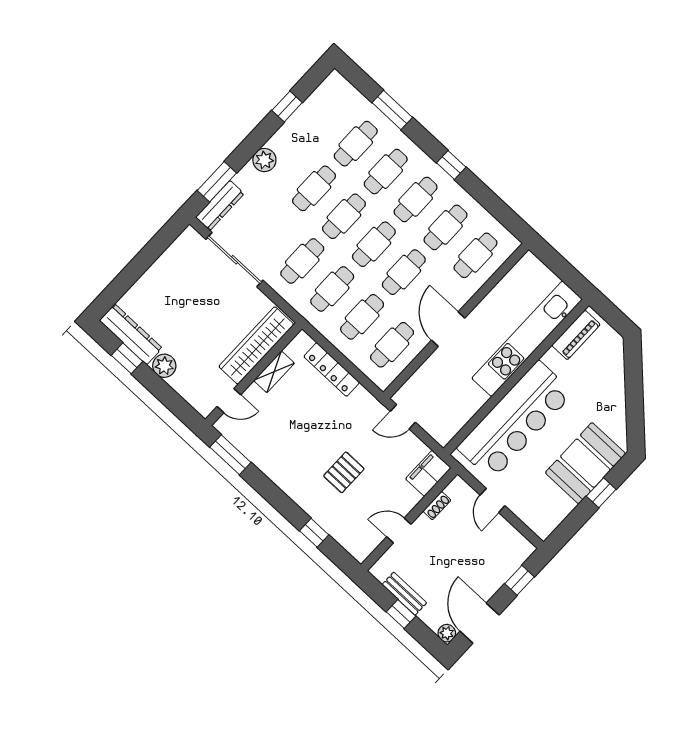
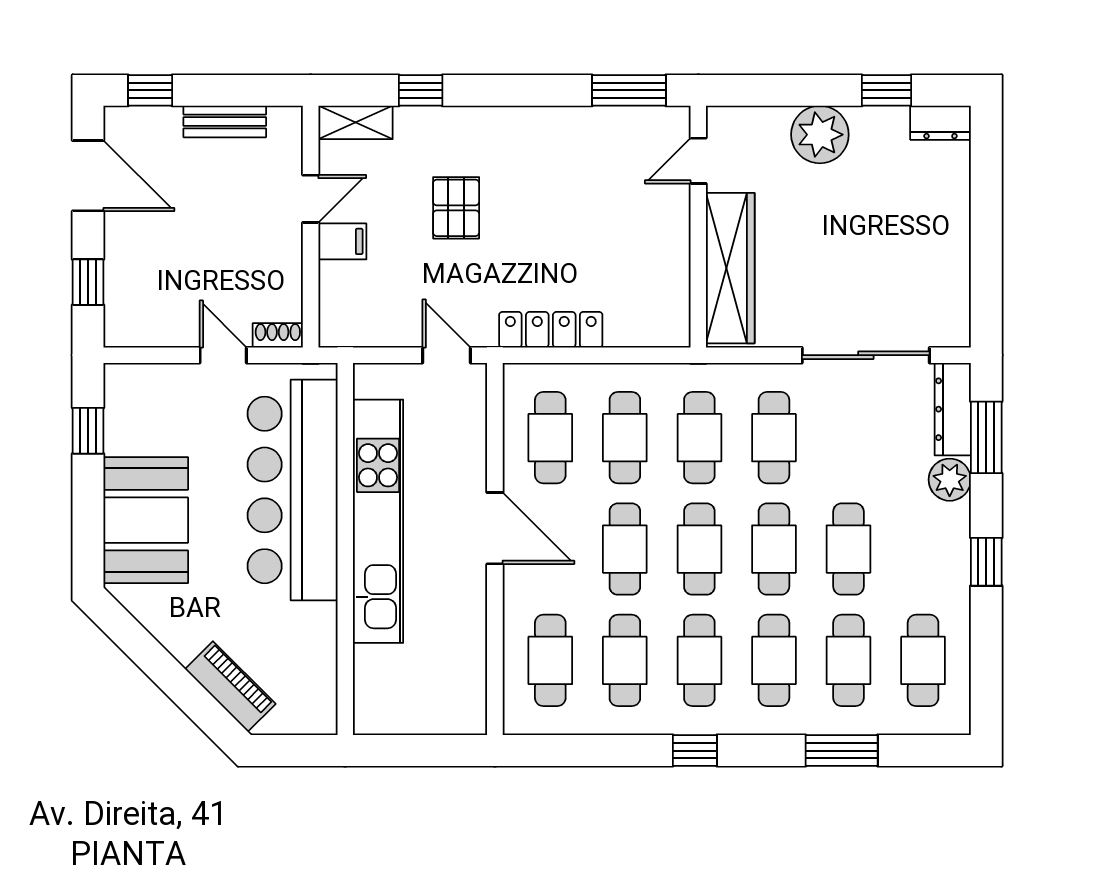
window: (287, 106) -> (986, 562), moved
cafe table: (326, 116) -> (923, 660), added
plant: (264, 160) -> (950, 480), moved
dresser: (131, 334) -> (940, 123), width x0.51, depth x0.80
piano: (576, 335) -> (230, 687), moved, turned 135
kitchen unit: (527, 339) -> (378, 521), moved
plant: (164, 366) -> (820, 135), width x1.36, depth x1.36
locker: (332, 370) -> (551, 330), moved
shelving: (274, 372) -> (355, 122), moved, turned 90
door: (403, 417) -> (447, 355), hinge flipped
filing cabinet: (428, 473) -> (342, 241), moved, width x0.50
window: (601, 493) -> (88, 431), moved
shoe rack: (437, 506) -> (278, 335), moved, turned 90
window: (401, 614) -> (150, 90), moved
plant: (447, 633) -> (119, 122), removed

